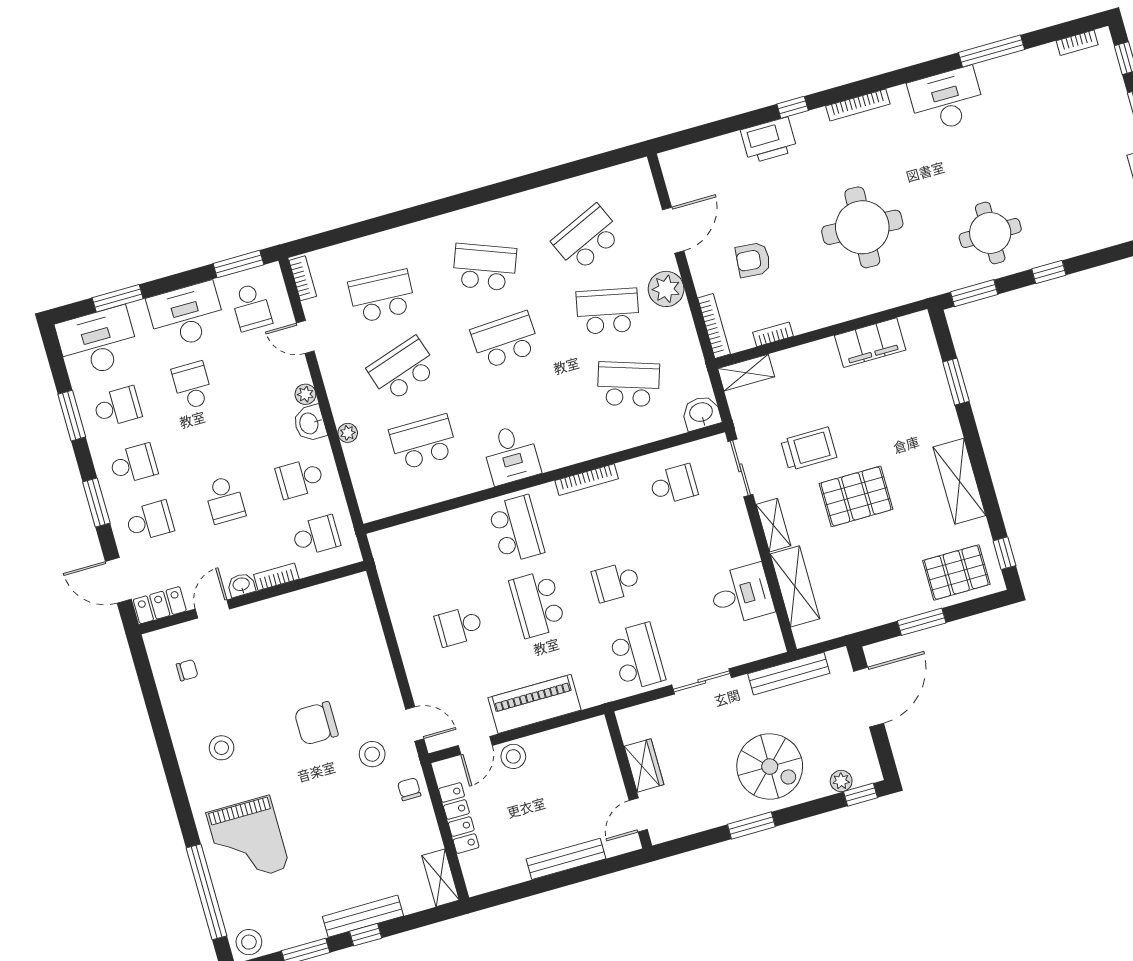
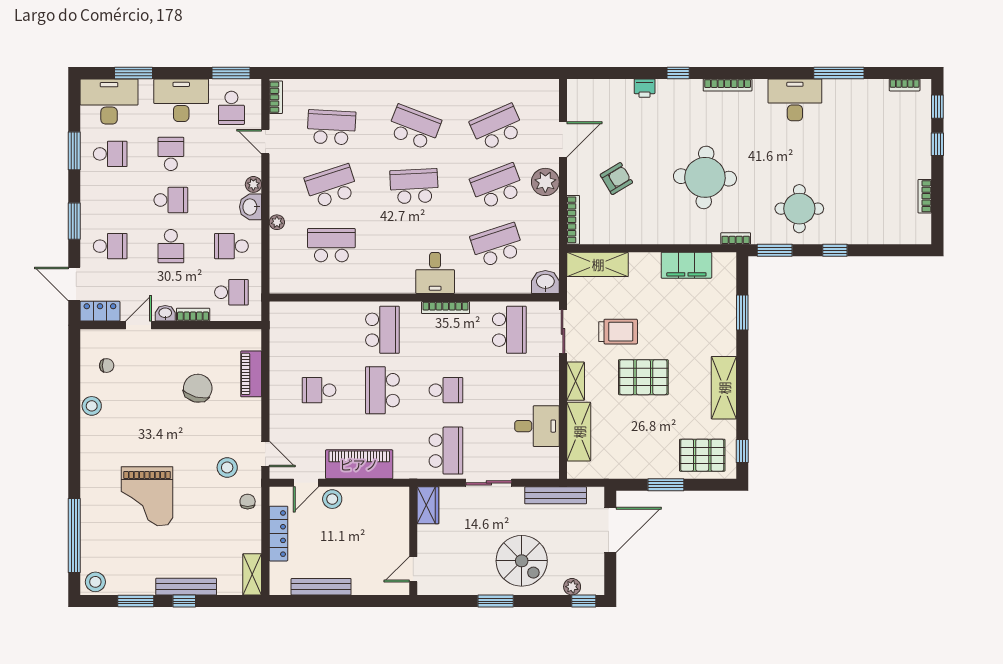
printer: (769, 140) -> (645, 88), width x0.53, depth x0.68
armchair: (753, 260) -> (616, 179), turned 144
school desk: (608, 311) -> (497, 186), turned -33
bookcase: (773, 334) -> (736, 238), moved
shelving: (746, 373) -> (598, 264), width x1.50, depth x1.33
school desk: (628, 384) -> (497, 245), turned -36
desk: (511, 455) -> (435, 273), moved
school desk: (133, 464) -> (171, 200), moved
school desk: (673, 485) -> (509, 330), width x1.85
school desk: (616, 582) -> (446, 390), turned 180
piano: (369, 630) -> (251, 374), added
chair: (316, 723) -> (198, 388), moved, turned 105
stool: (222, 748) -> (92, 406), moved
wardrobe: (644, 765) -> (428, 505), moved
grand piano: (248, 840) -> (147, 496), moved
bench: (566, 859) -> (321, 587), moved

